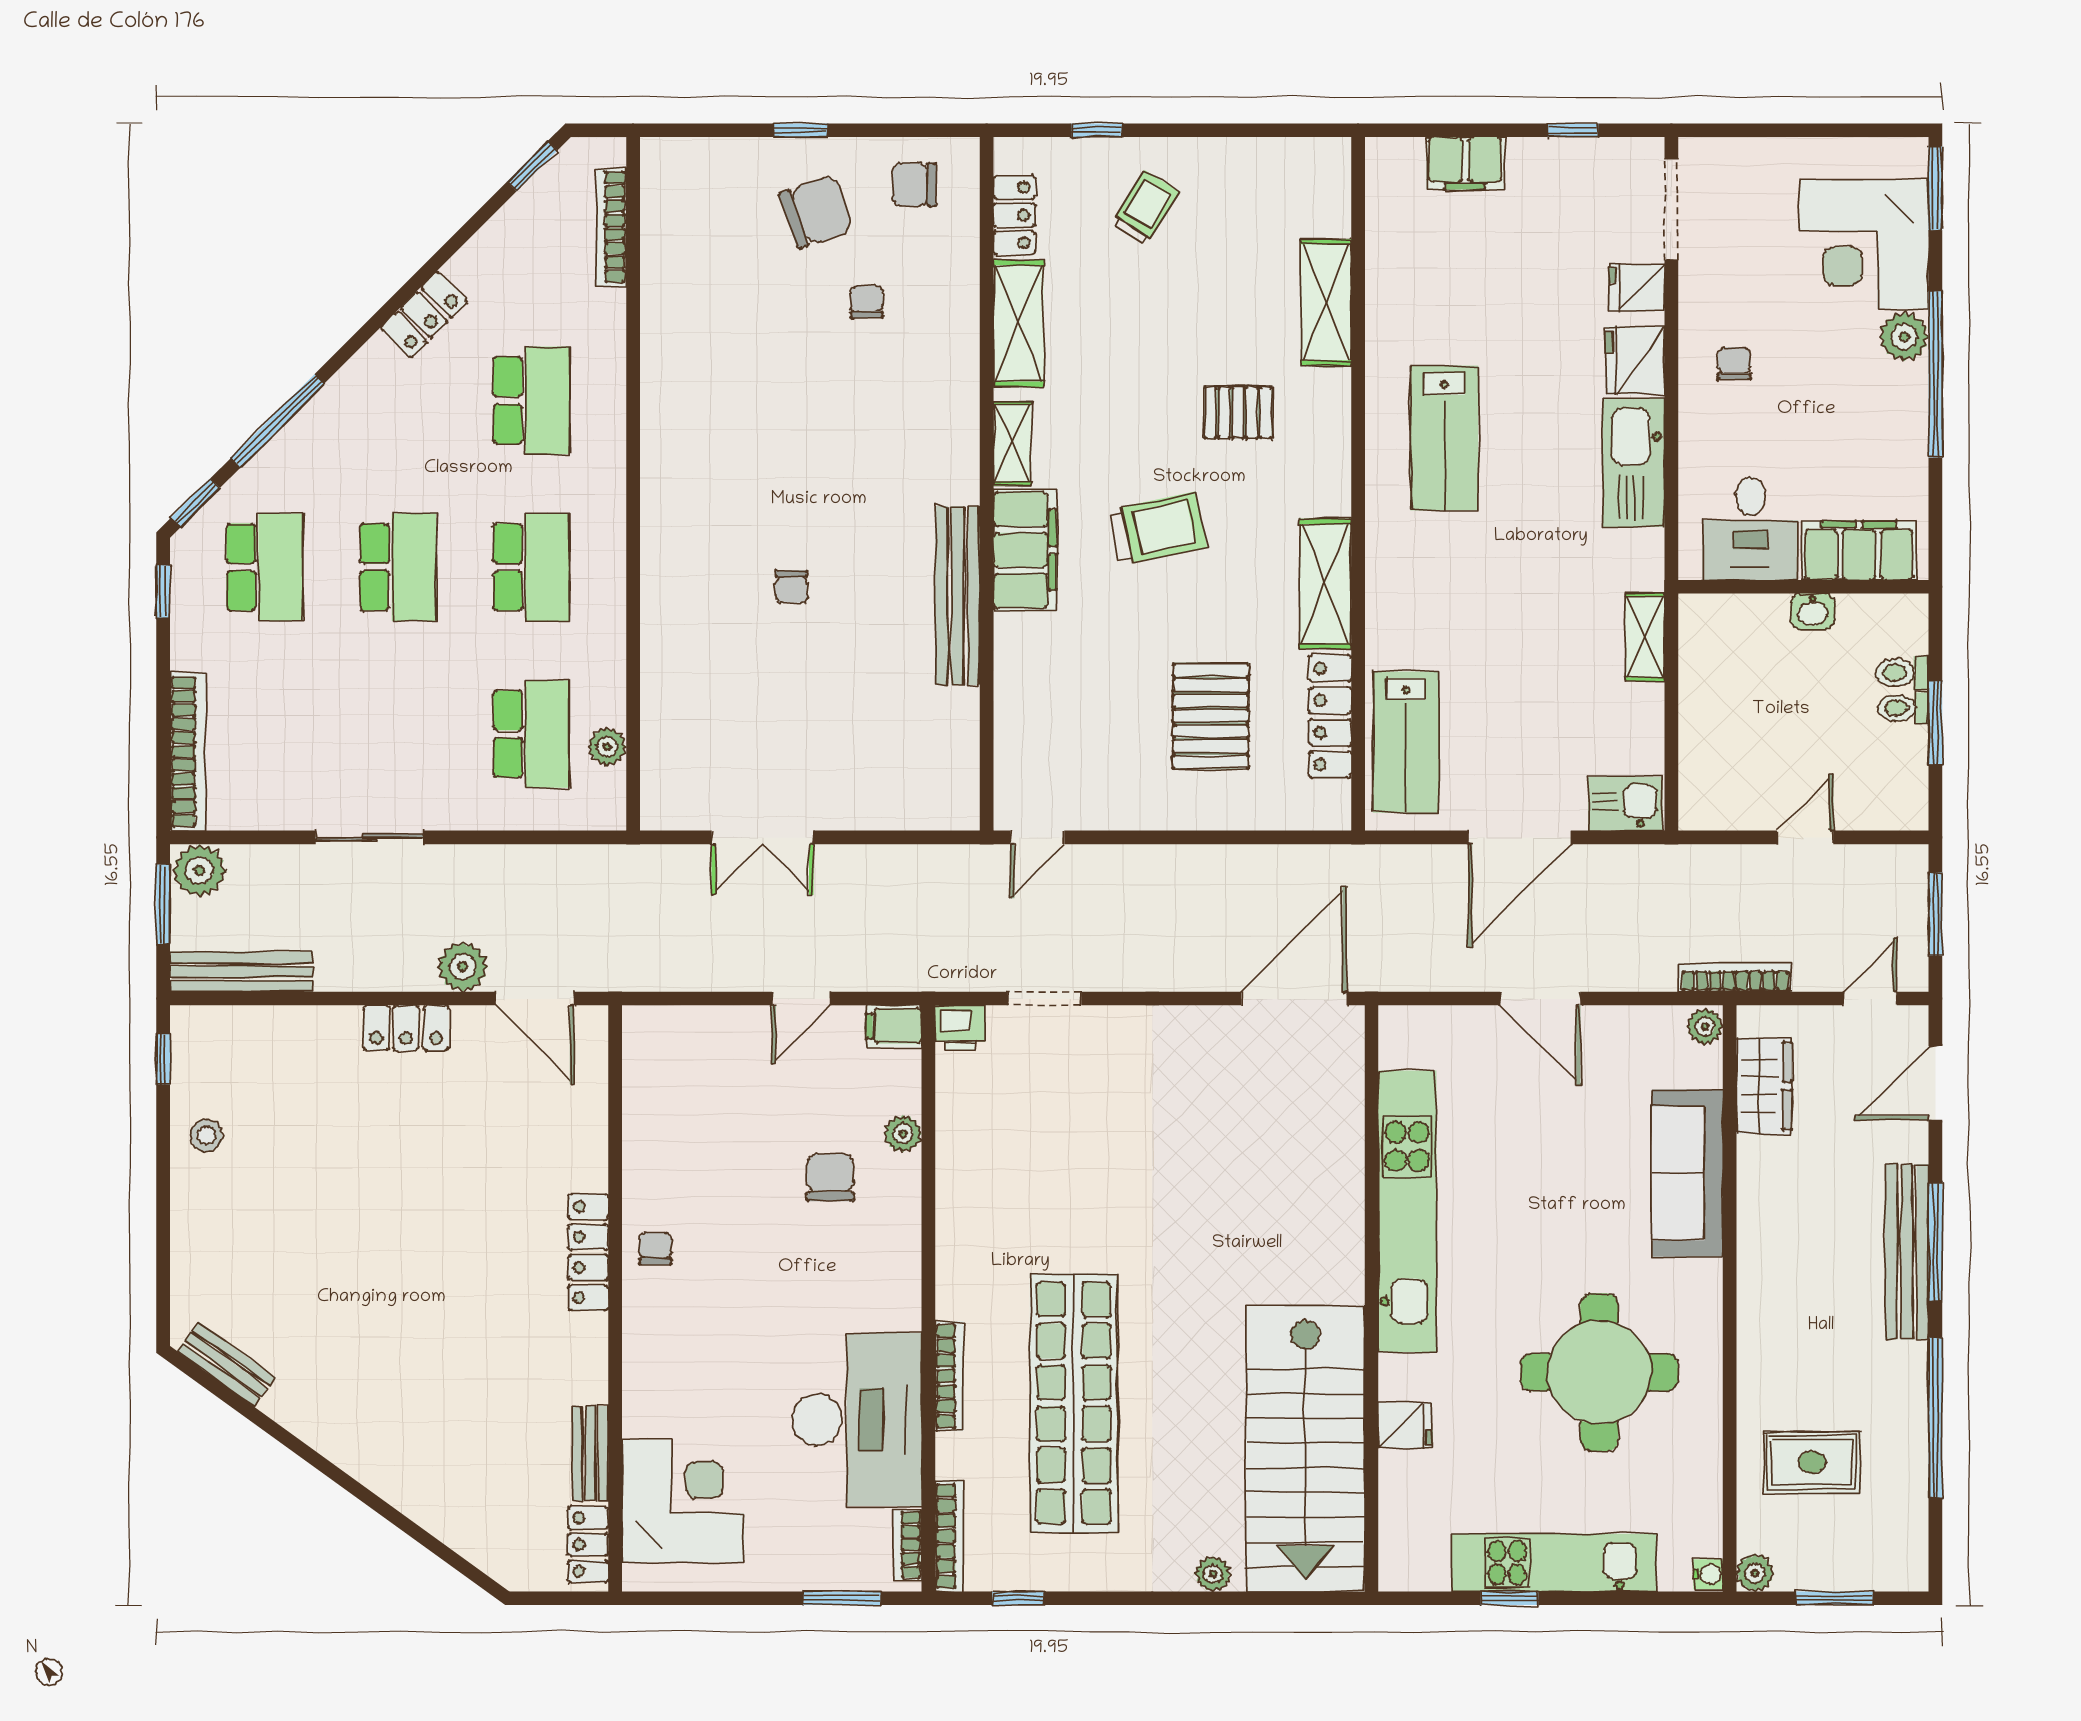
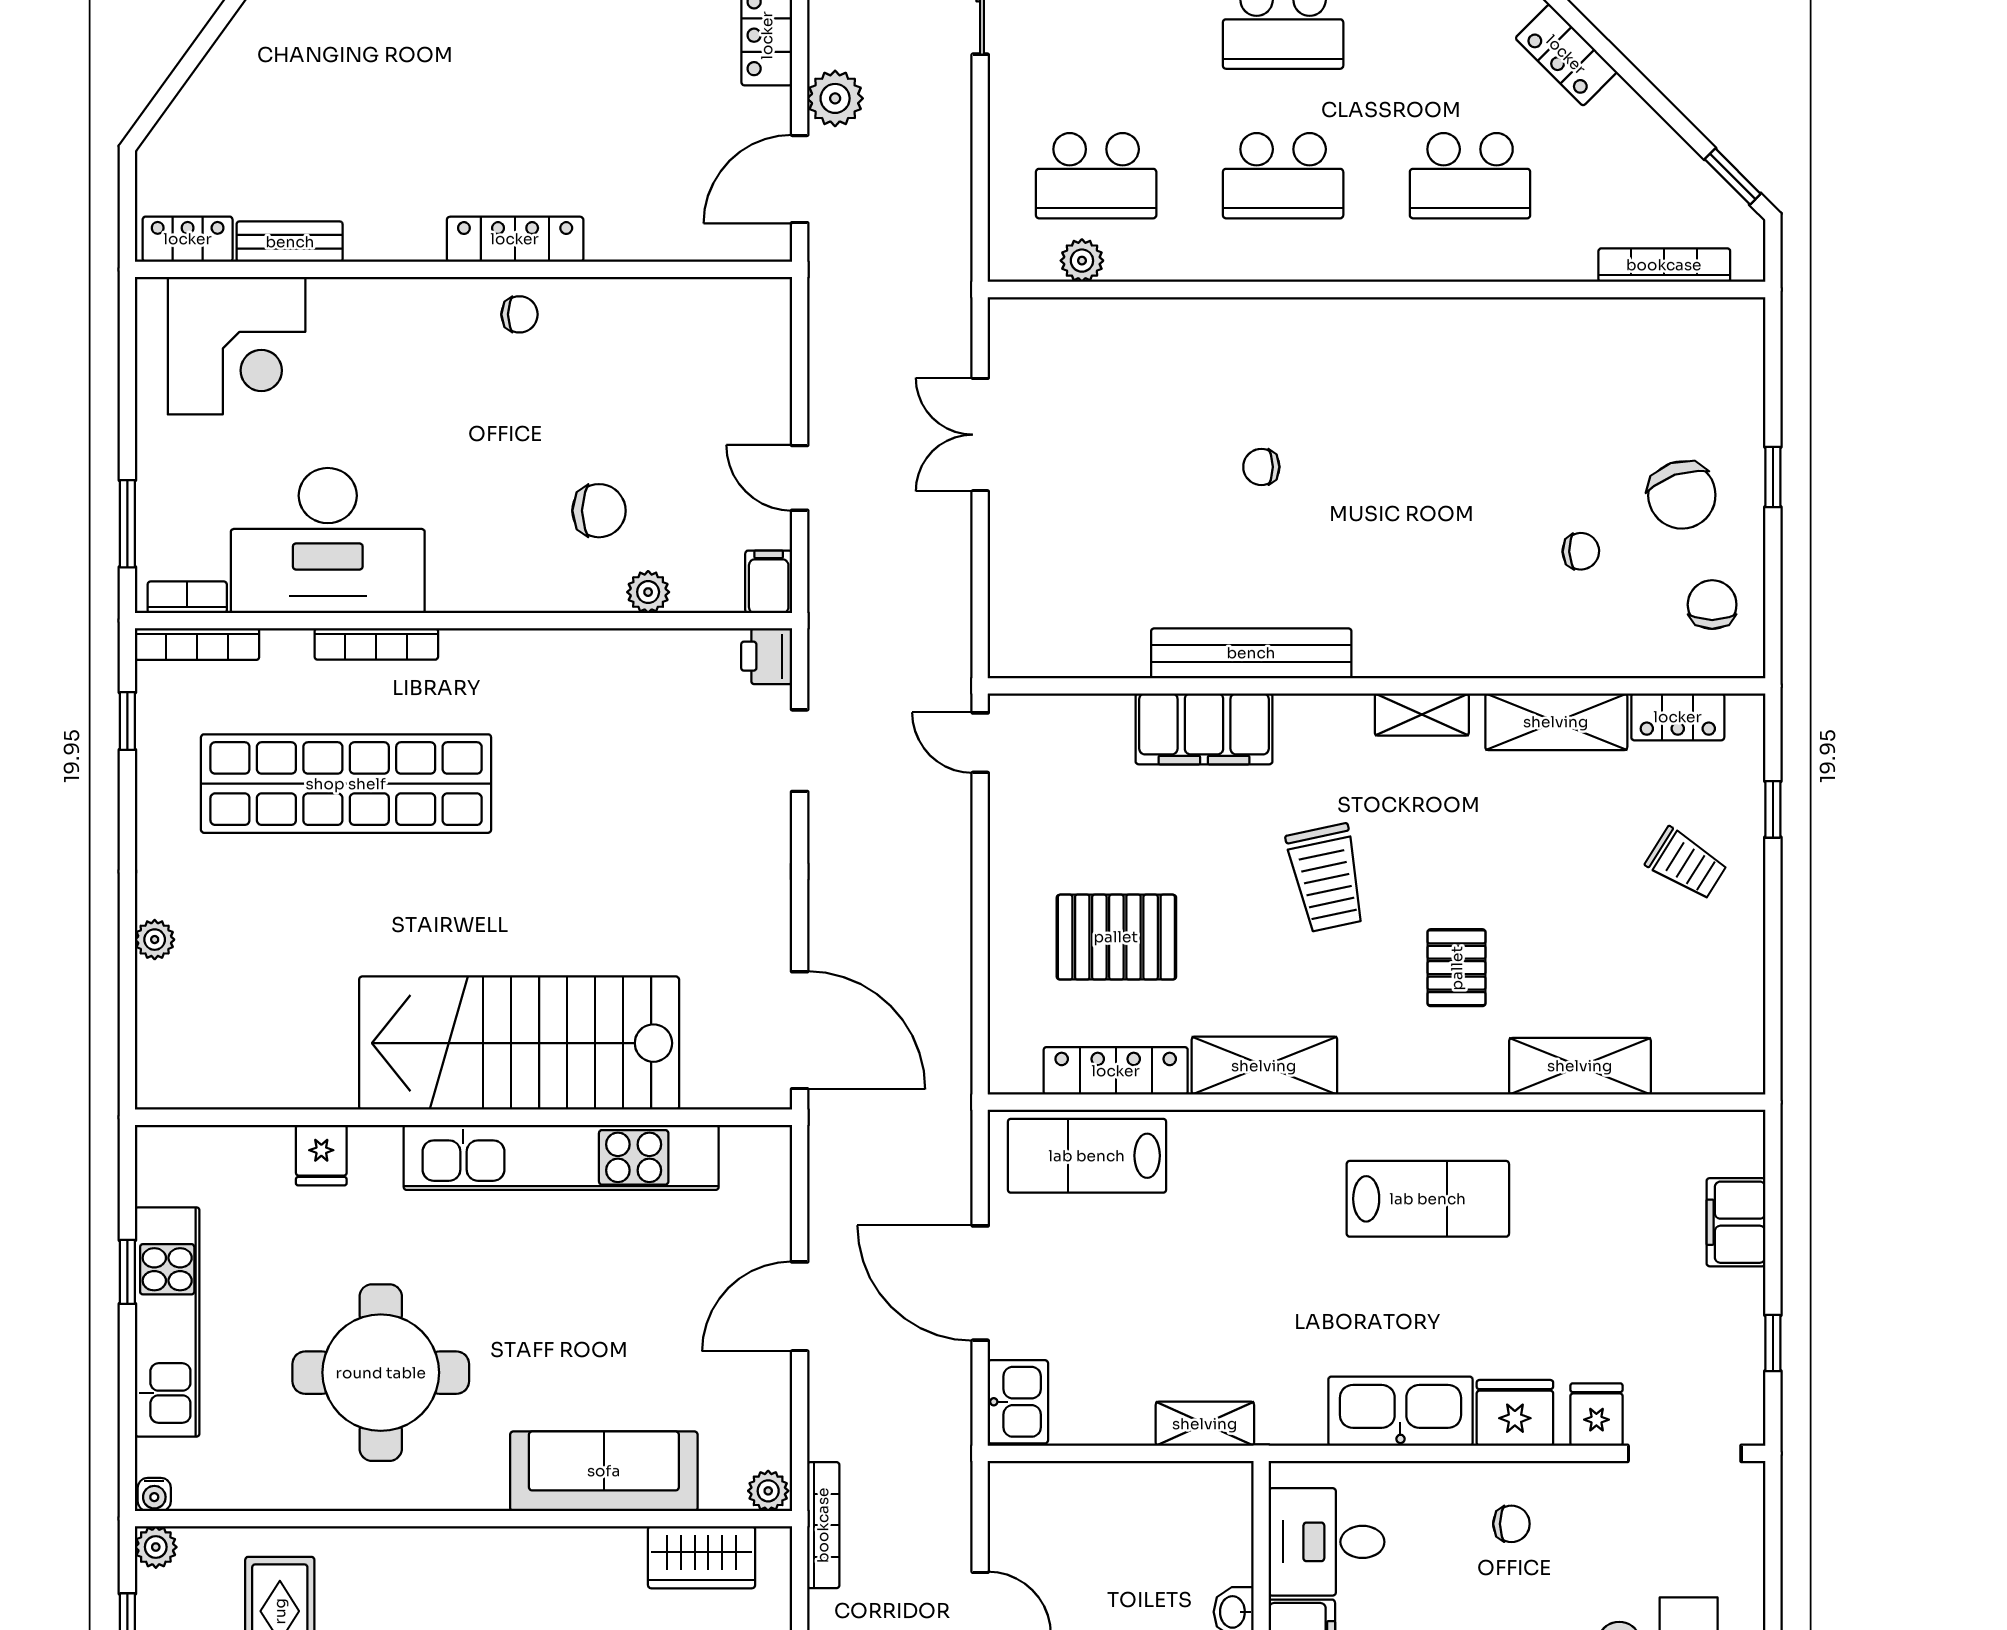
lab bench: (1444, 438) -> (1428, 1199), turned 180
filing cabinet: (1025, 550) -> (1204, 729), moved
stairs: (1305, 1449) -> (519, 1043), moved

